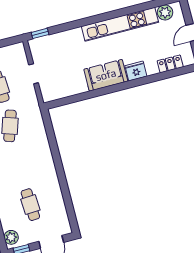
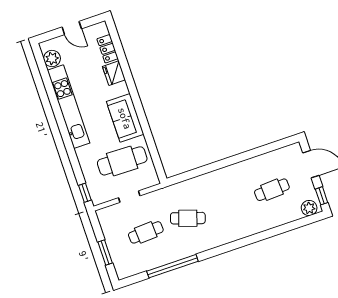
cafe table: (67, 70) -> (122, 161), added
fridge: (136, 71) -> (114, 73), moved

